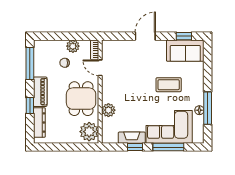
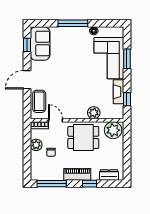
door: (145, 36) -> (27, 80), hinge flipped
door: (100, 68) -> (56, 120), swing flipped
coffee table: (169, 85) -> (39, 101), moved
window: (208, 108) -> (73, 23), moved
dresser: (39, 122) -> (109, 175), width x0.70
window: (135, 147) -> (127, 99), moved
window: (168, 147) -> (127, 59), width x0.69

